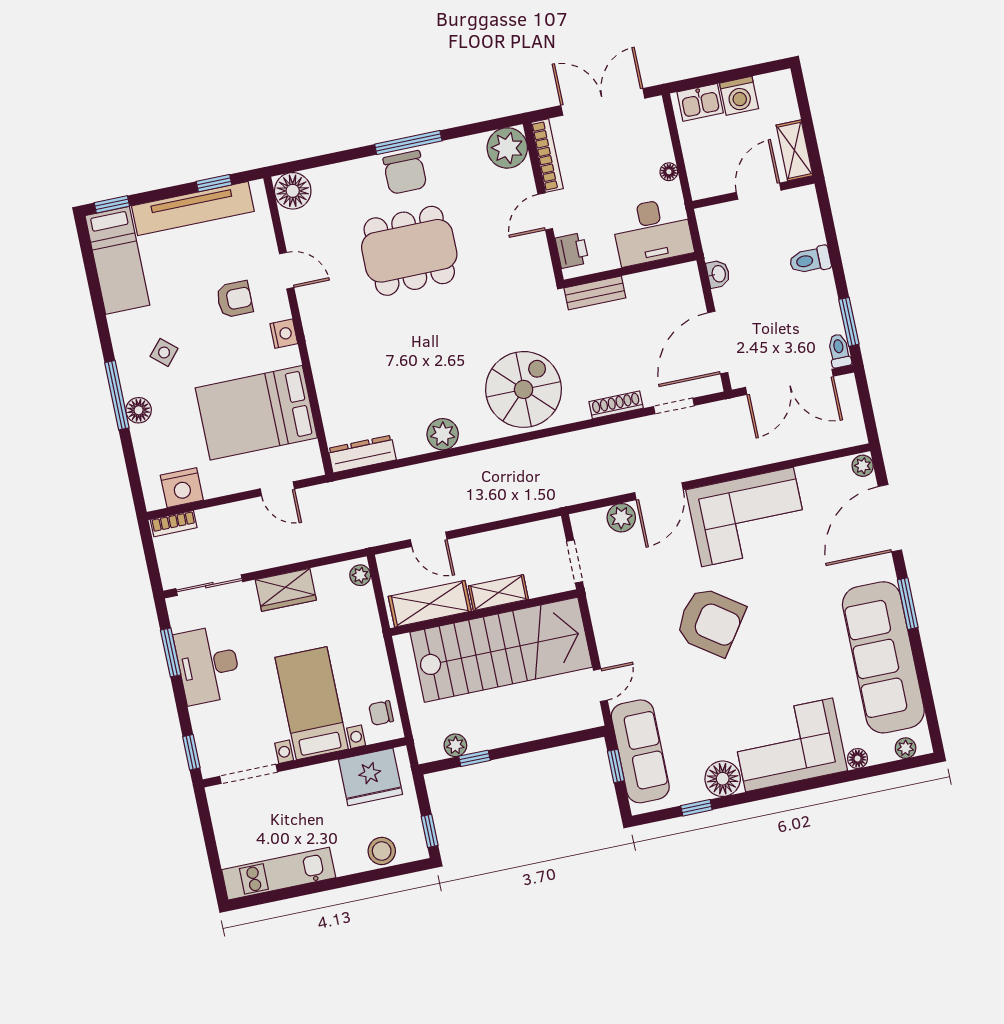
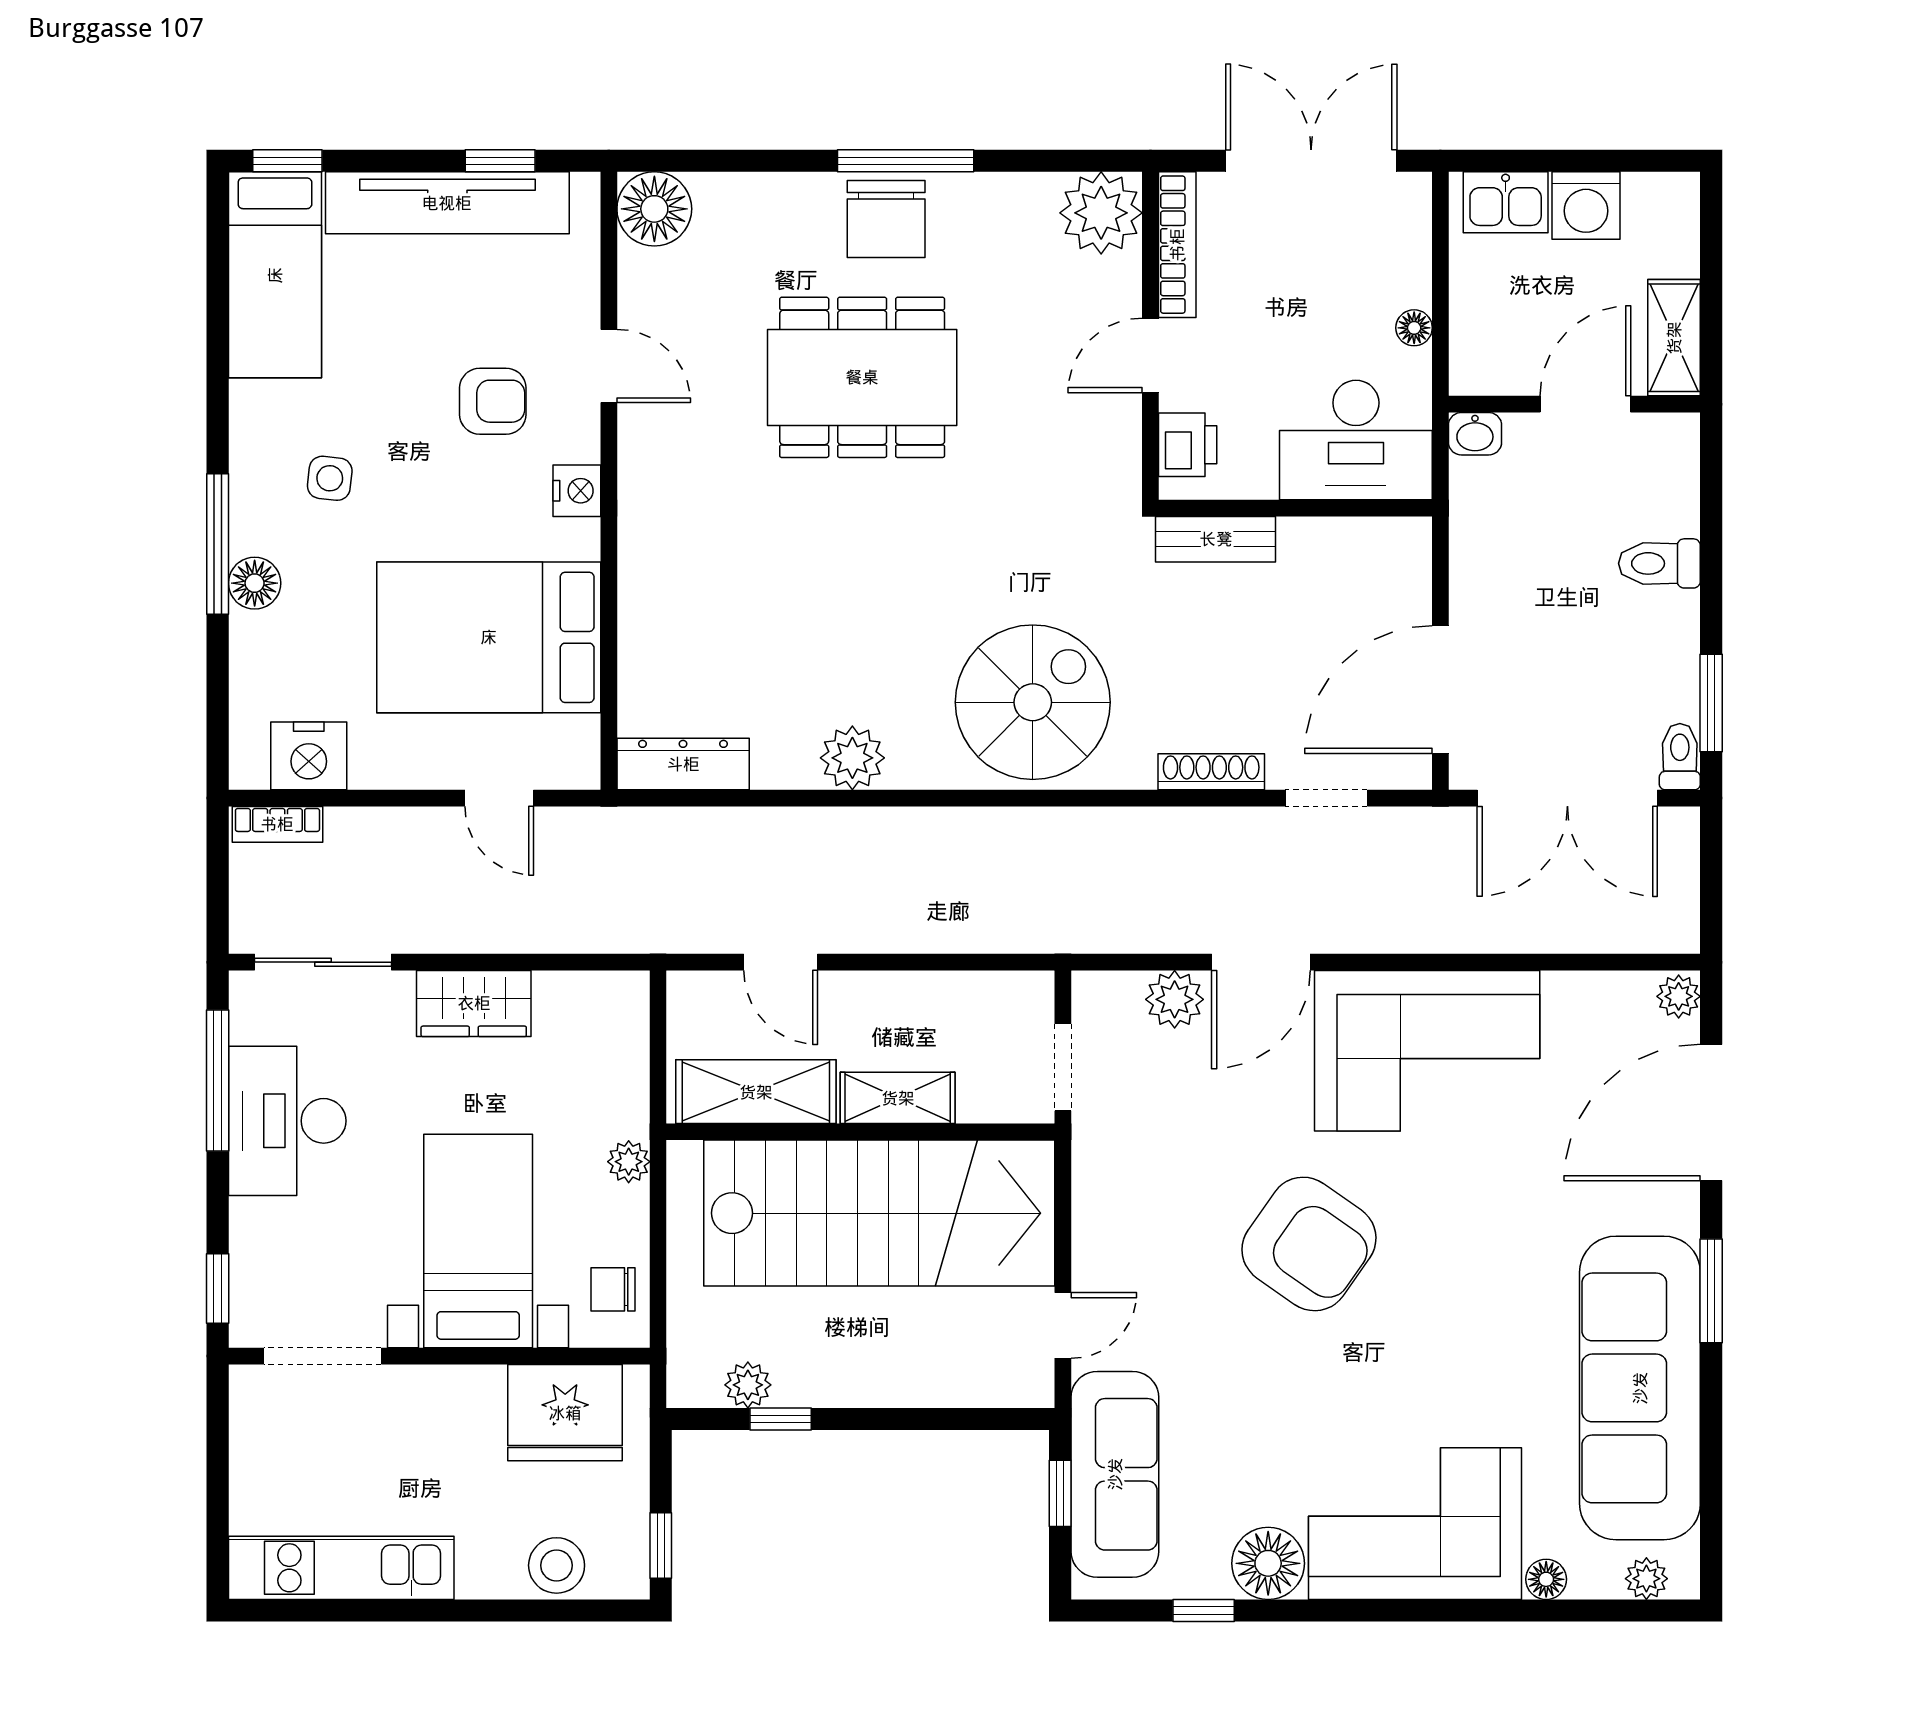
washbasin: (718, 274) -> (1475, 434), moved, turned 90
side table: (164, 352) -> (330, 478), turned -35
plant: (360, 575) -> (629, 1162), moved
window: (171, 652) -> (218, 1081), width x1.44

